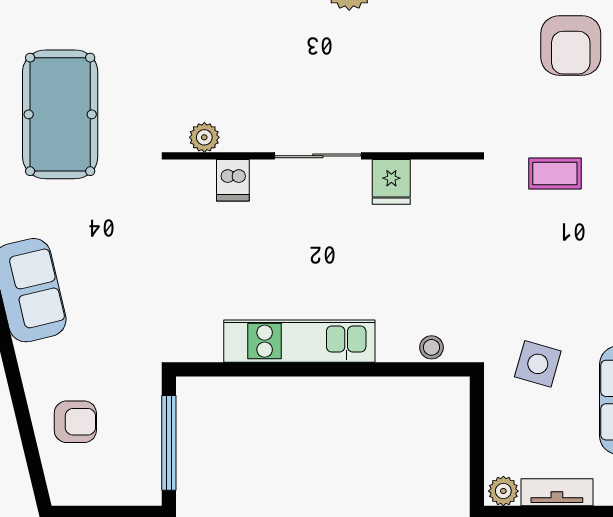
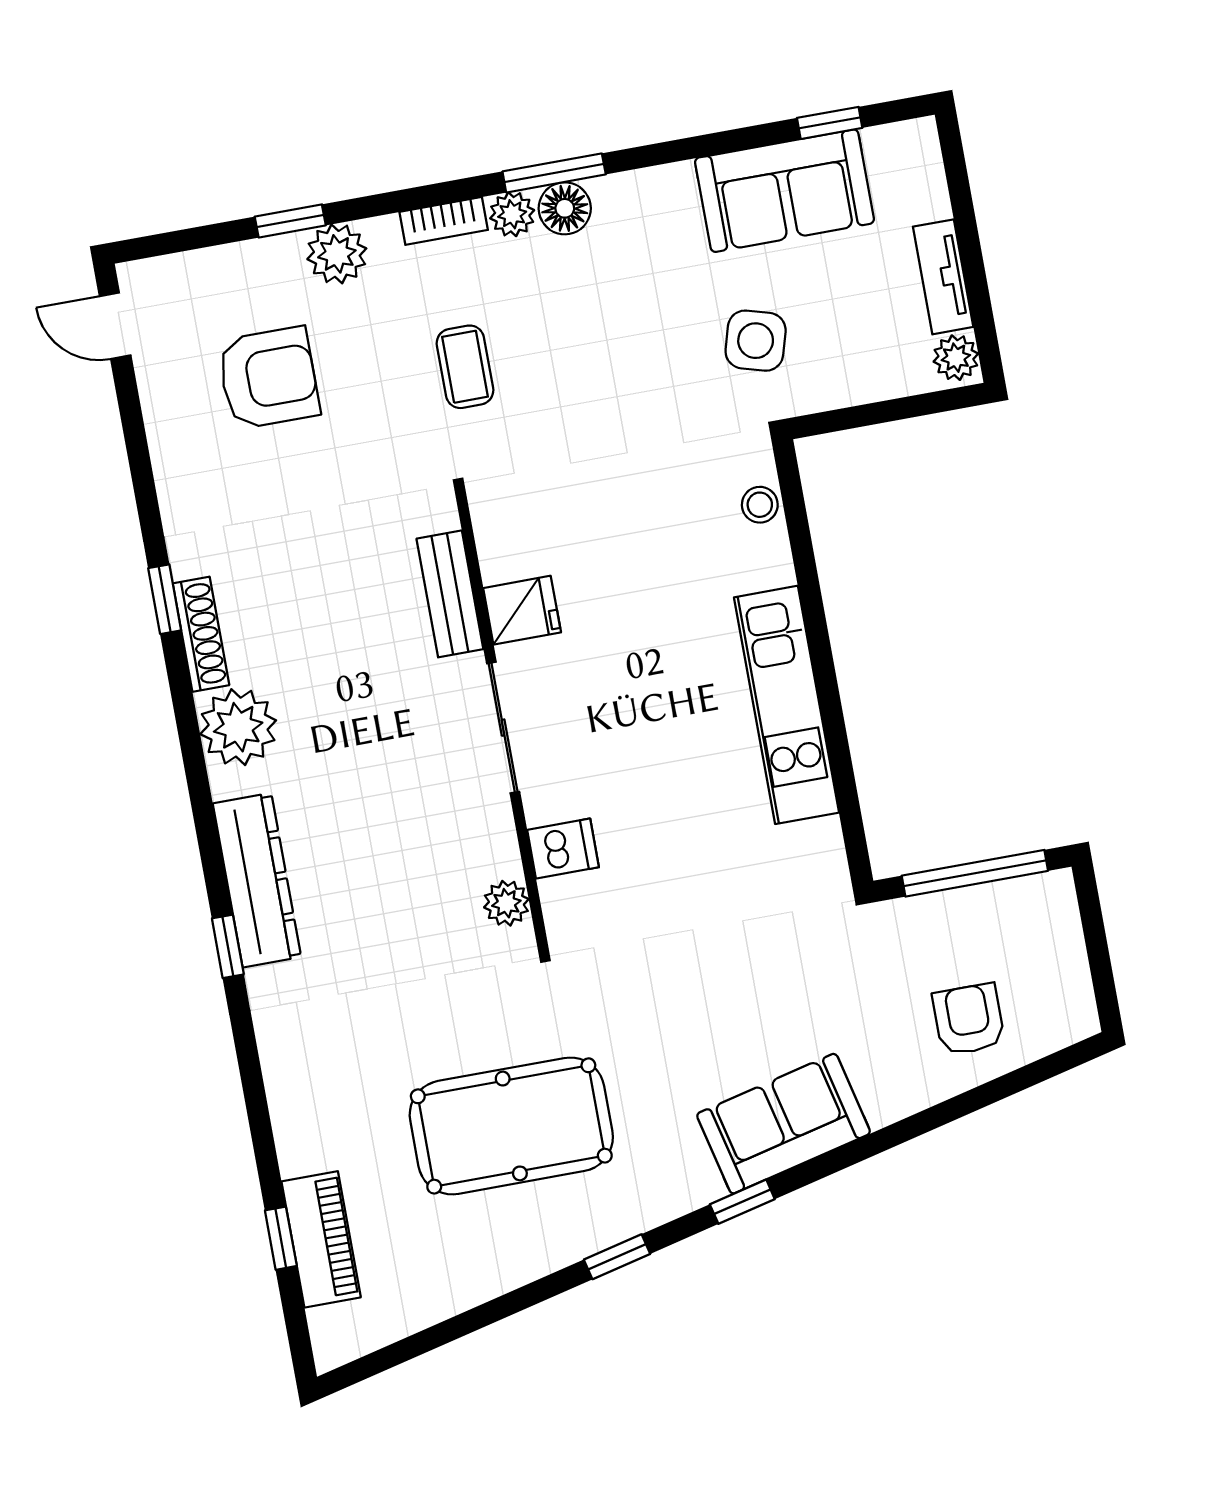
bench: (410, 137) -> (450, 594), added

